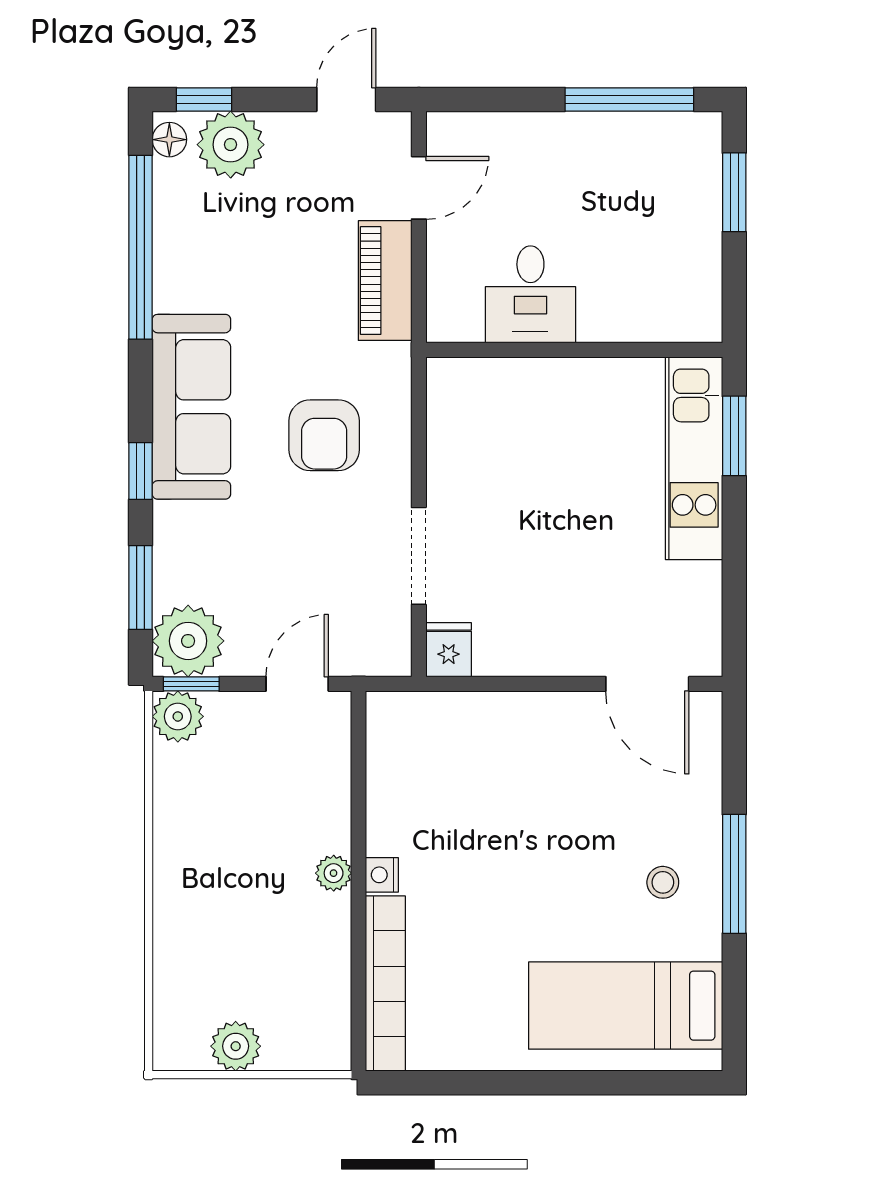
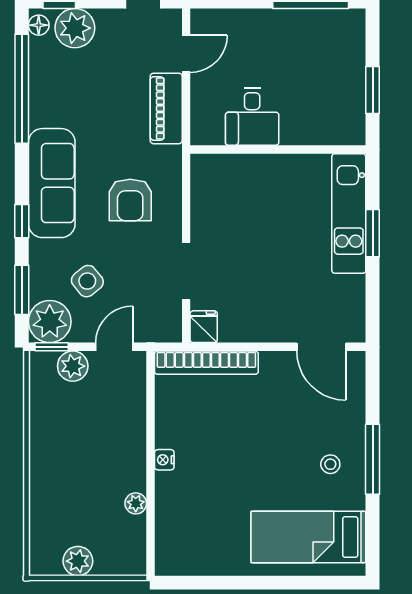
window: (734, 192) -> (373, 90), moved
window: (734, 436) -> (373, 233), moved
side table: (252, 573) -> (87, 281), added
plant: (178, 716) -> (73, 366), moved
plant: (334, 873) -> (136, 503), moved
bookcase: (385, 984) -> (206, 363), moved, turned 90

